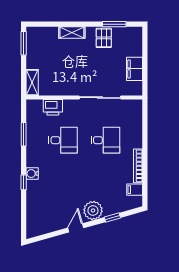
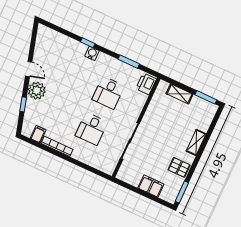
window: (114, 24) -> (182, 192), moved
filing cabinet: (134, 69) -> (151, 186), moved
shelving: (32, 82) -> (180, 94), moved
printer: (53, 107) -> (146, 84), moved

